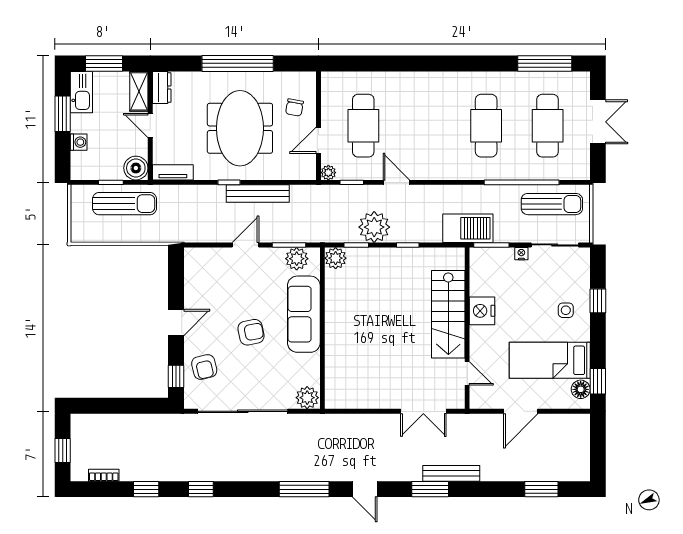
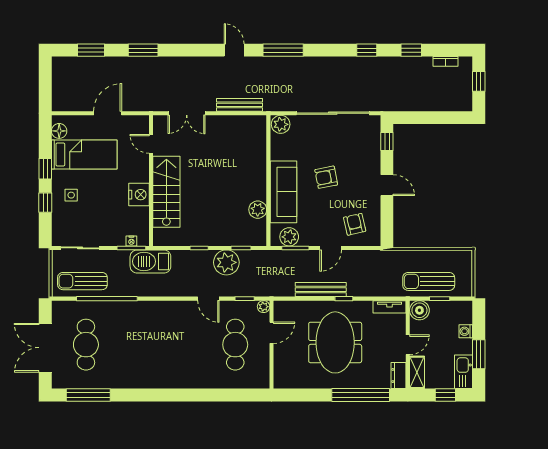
window: (104, 63) -> (445, 395), width x0.67
window: (238, 63) -> (361, 395), moved
chair: (294, 107) -> (291, 359), removed
double door: (598, 122) -> (45, 348), width x1.37
door: (150, 125) -> (408, 345), hinge flipped
cafe table: (486, 126) -> (136, 345), removed
nightstand: (521, 254) -> (131, 241), moved
plant: (336, 258) -> (258, 210), moved
door: (176, 322) -> (387, 185), swing flipped
armchair: (204, 367) -> (355, 224), moved
window: (598, 381) -> (45, 169), moved
double door: (423, 411) -> (187, 113), swing flipped
bench: (451, 473) -> (239, 105), moved
window: (430, 489) -> (143, 50), moved

